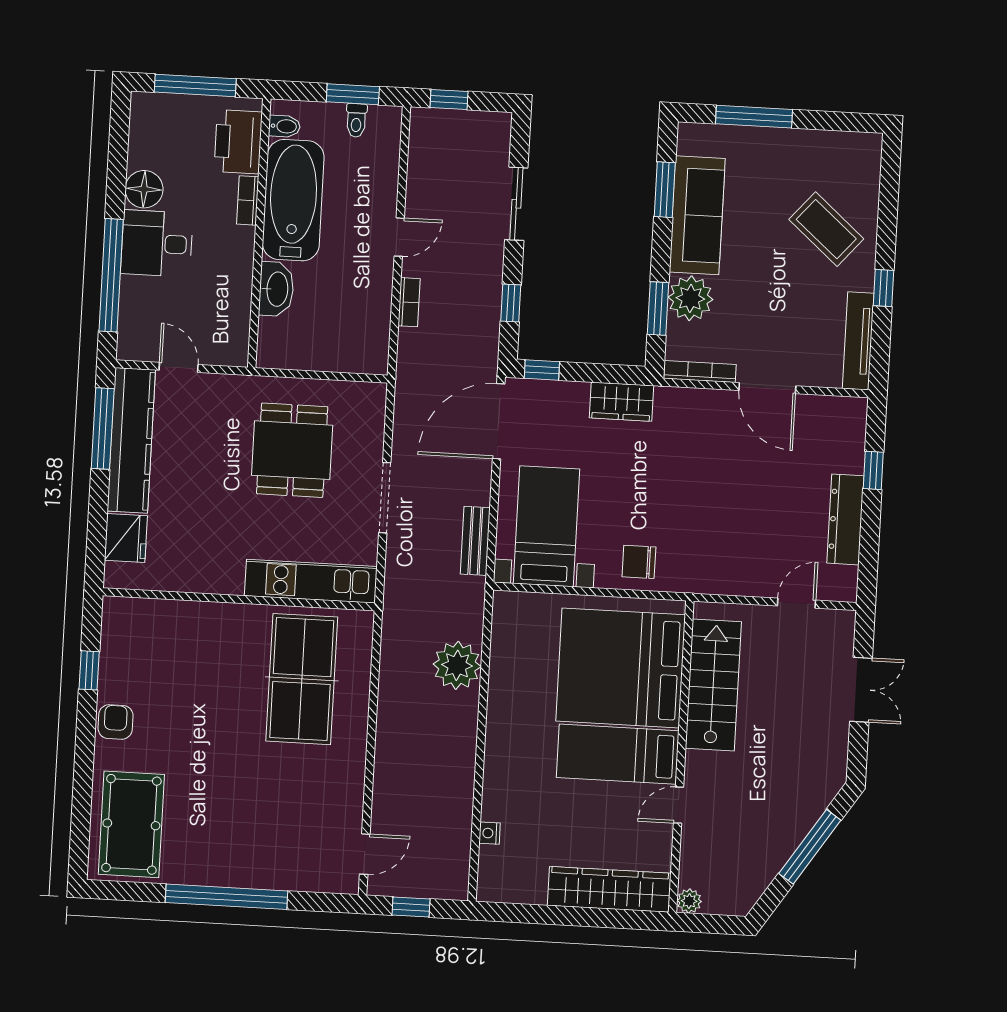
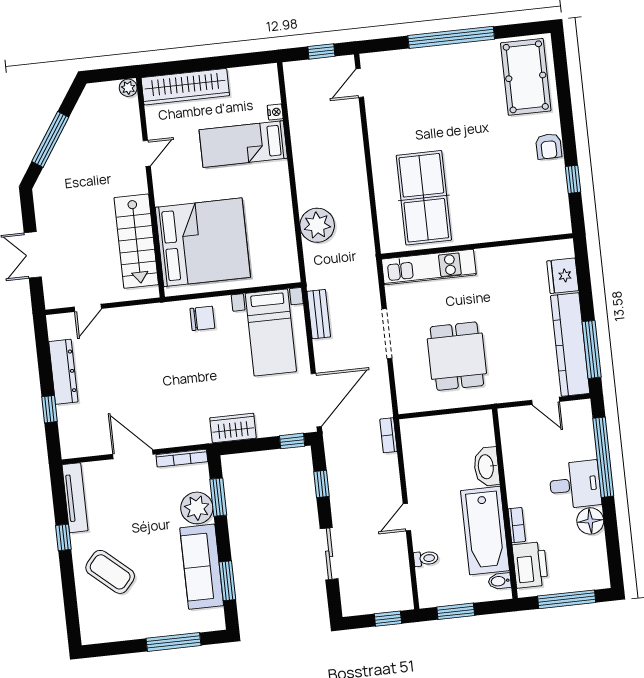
toilet: (356, 120) -> (426, 558), moved, turned 90
bookcase: (409, 302) -> (388, 435), moved
bed: (618, 754) -> (243, 144), moved, turned 180

